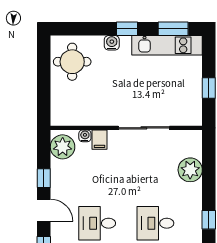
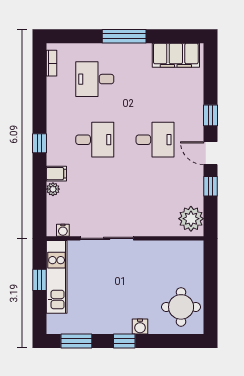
kitchen unit: (167, 45) -> (57, 277), moved, turned 90
water cooler: (85, 136) -> (63, 230), moved
filing cabinet: (99, 140) -> (56, 174), moved, turned 90
plant: (190, 170) -> (53, 189), width x0.53, depth x0.53

